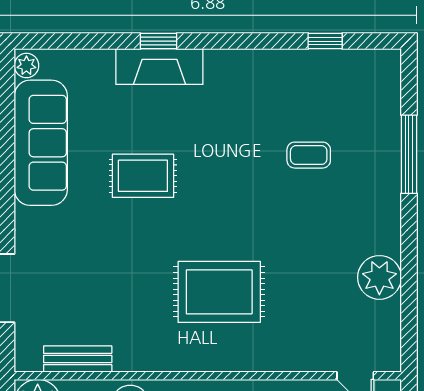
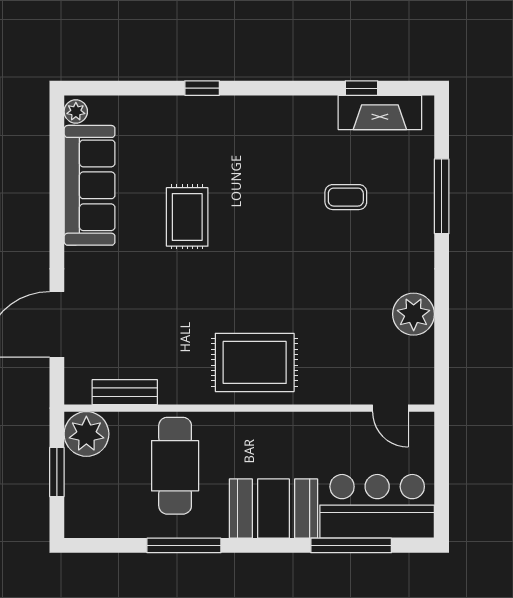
fireplace: (159, 67) -> (380, 112), moved
rug: (143, 176) -> (187, 217), turned 90
rug: (219, 292) -> (255, 362), moved

